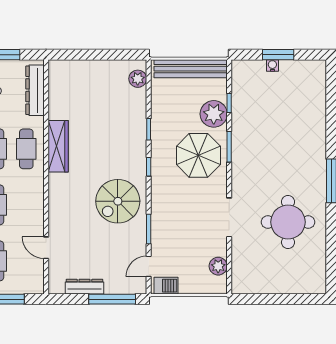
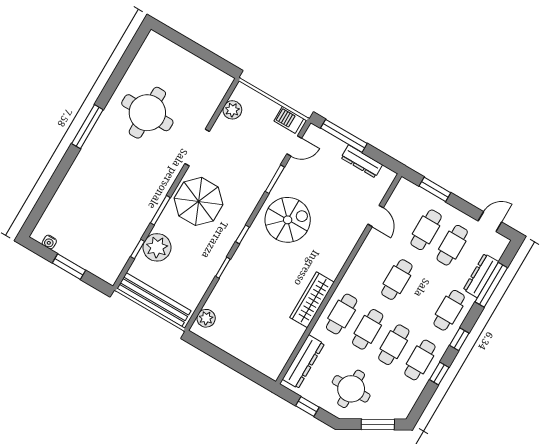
water cooler: (272, 65) -> (49, 242), moved
parasol: (198, 155) -> (199, 201), moved

